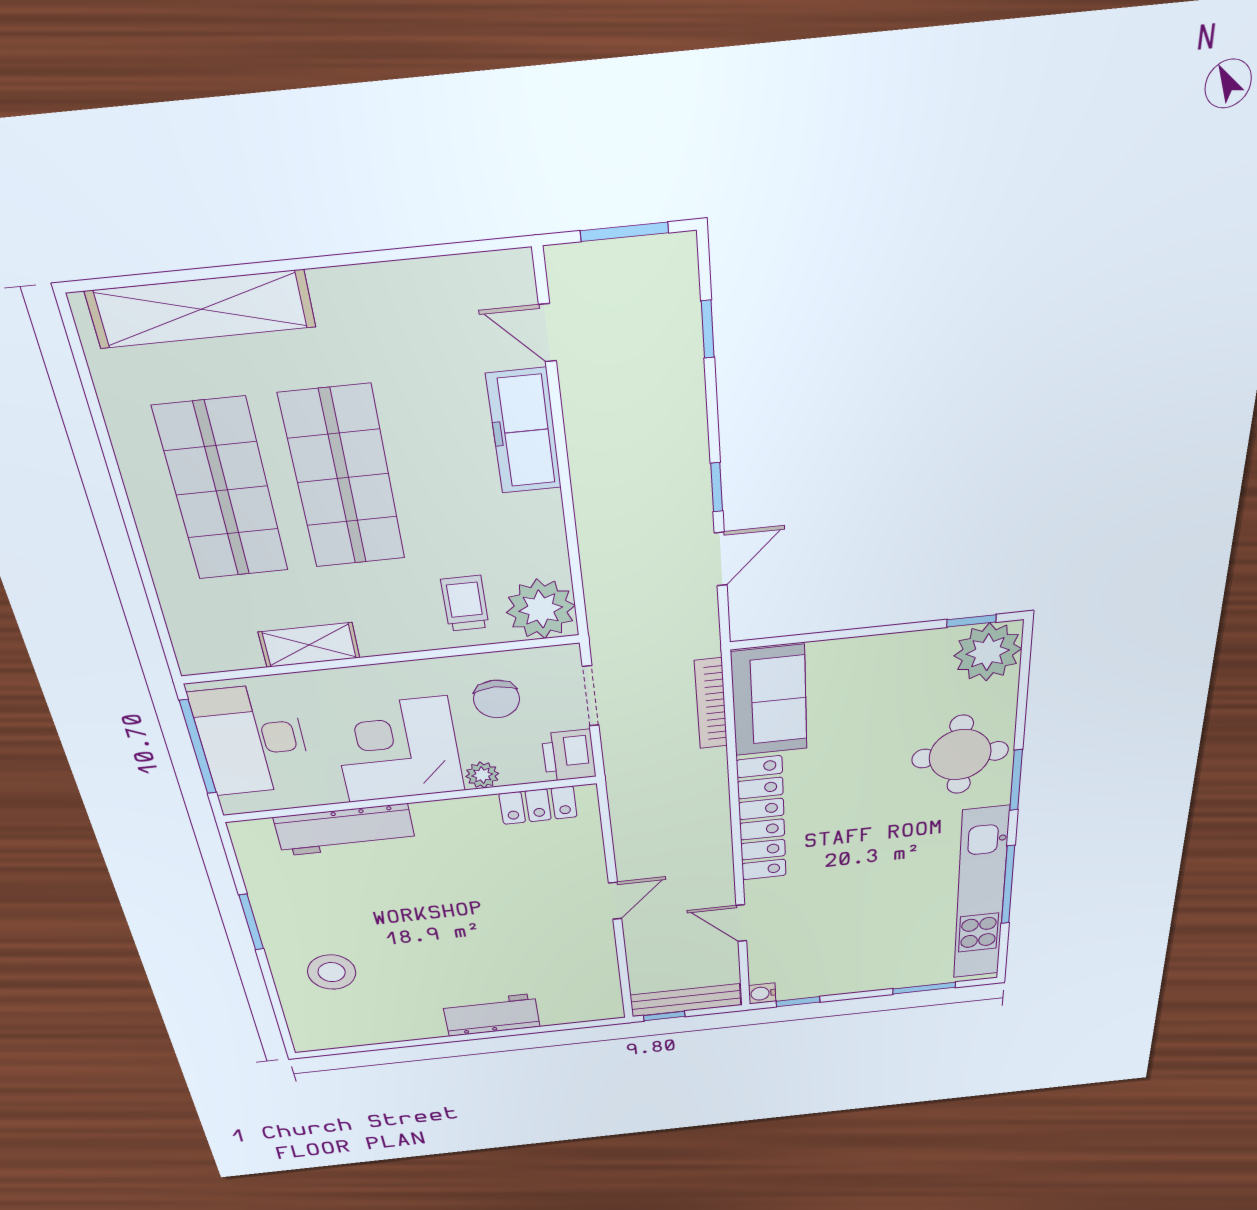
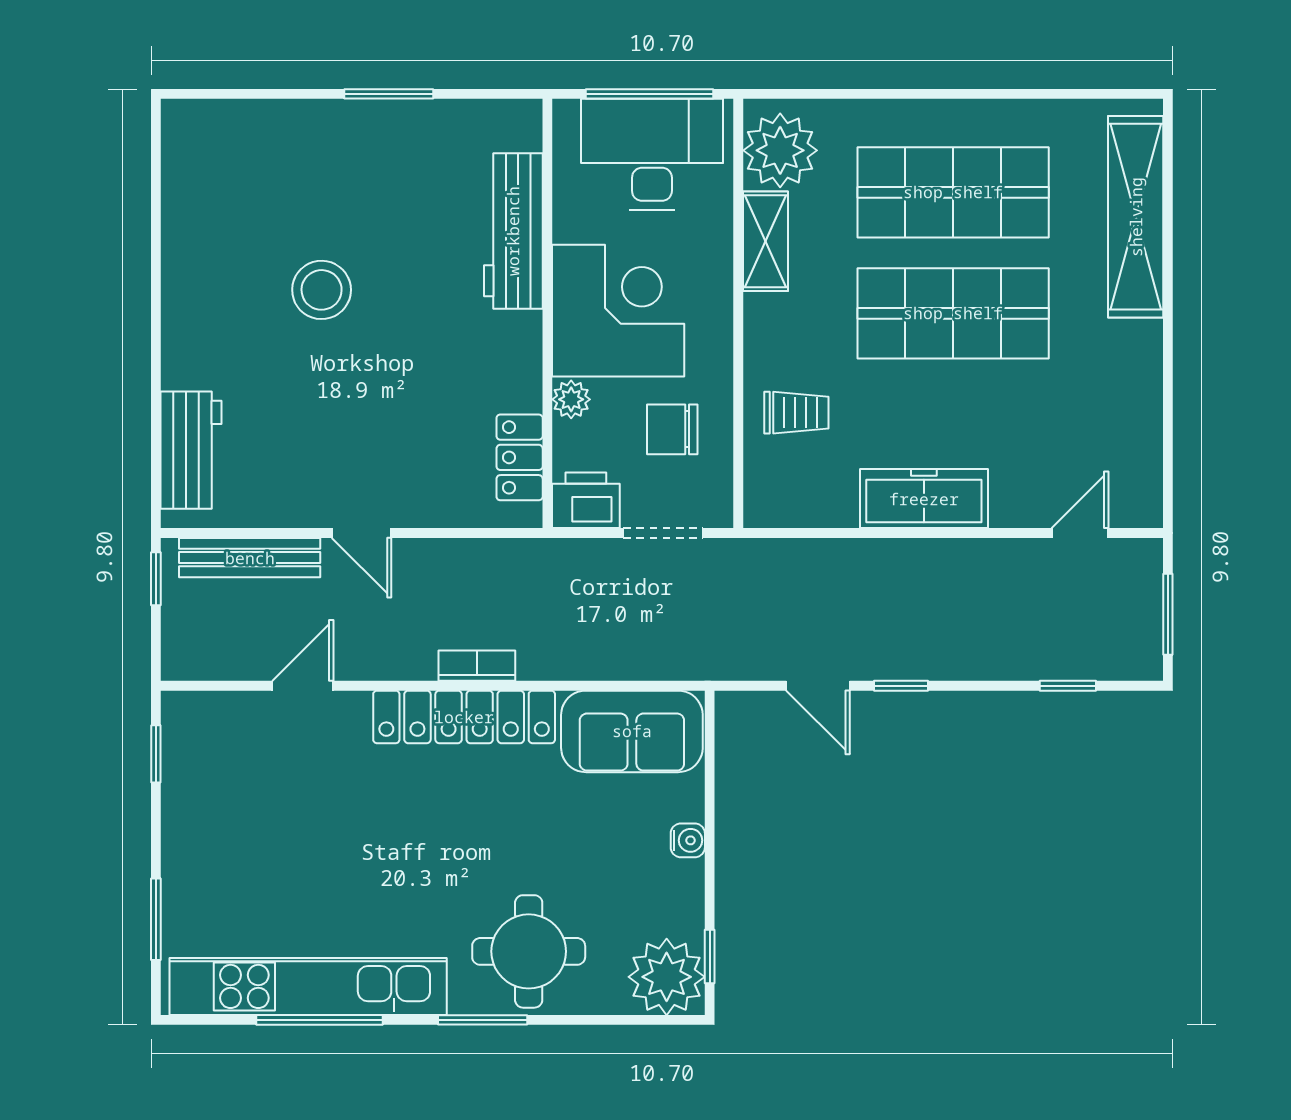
freezer: (524, 431) -> (924, 499), moved
plant: (541, 609) -> (780, 150), moved
bookcase: (711, 704) -> (477, 666), moved, width x0.64
stool: (332, 972) -> (322, 290), moved
water cooler: (762, 993) -> (688, 840), moved, turned 90
bench: (686, 1000) -> (250, 558), moved, turned 90
workbench: (492, 1015) -> (191, 450), moved

